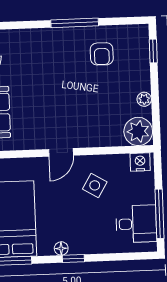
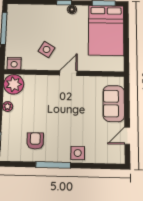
side table: (42, 41) -> (78, 153), added
desk: (136, 224) -> (20, 23), removed

